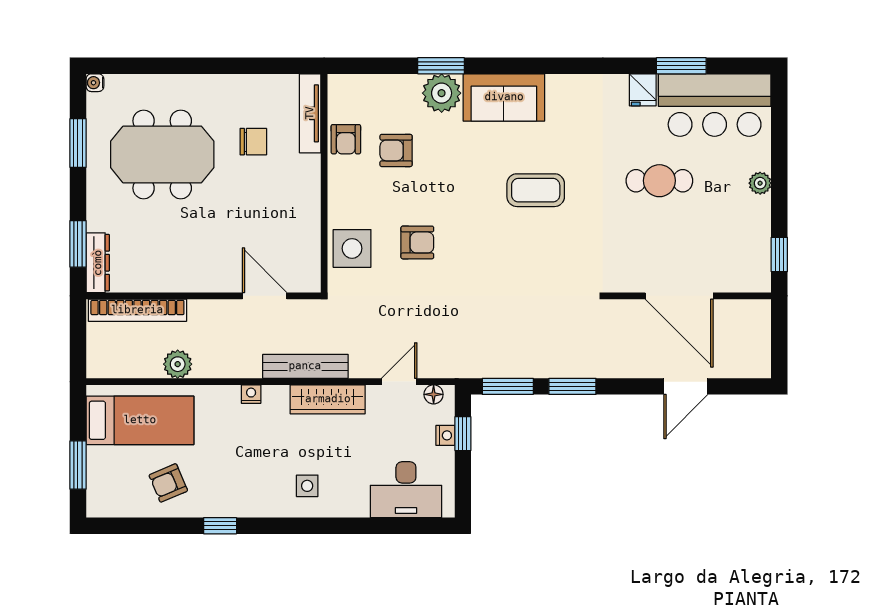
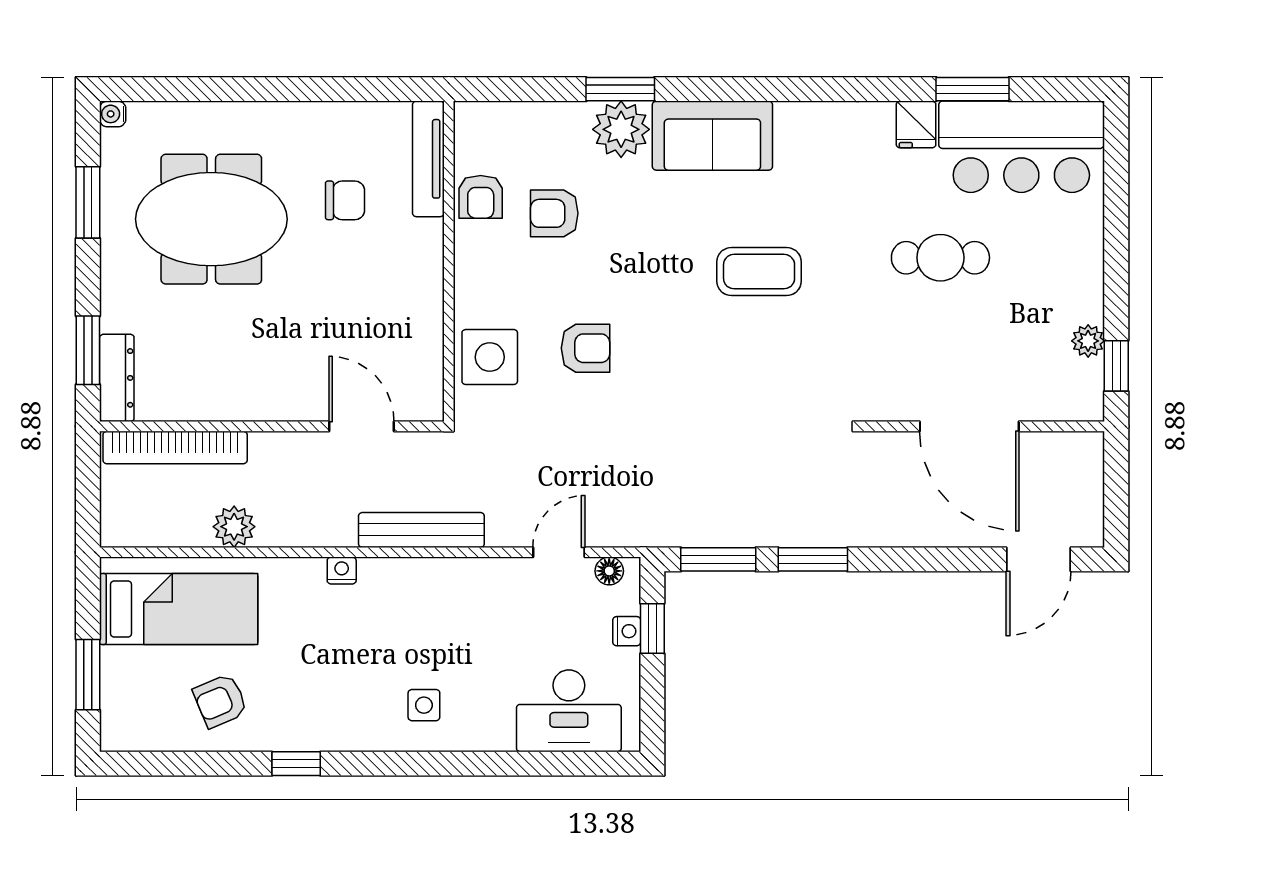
plant: (760, 183) -> (1088, 341), moved
door: (686, 386) -> (1039, 559), moved
wardrobe: (328, 399) -> (454, 578), removed

